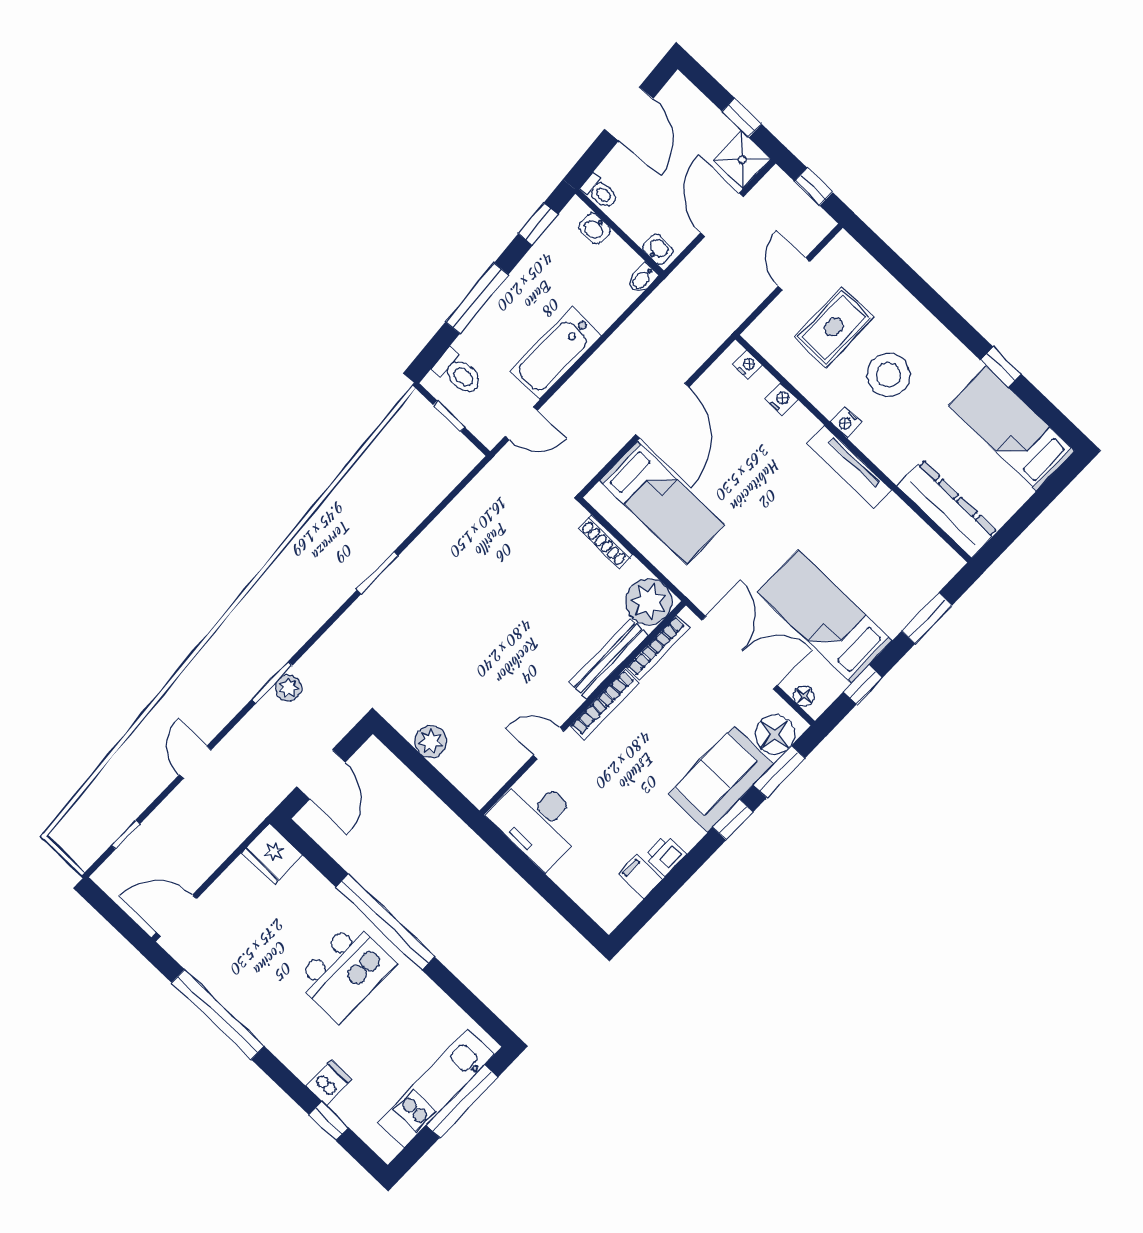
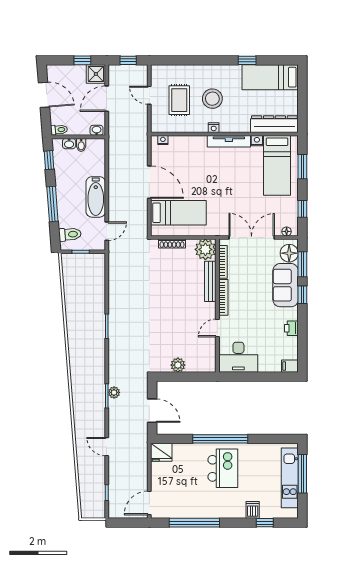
door: (722, 215) -> (107, 99), hinge flipped
bidet: (643, 279) -> (81, 145), moved
nightstand: (781, 399) -> (257, 141), moved
bed: (825, 616) -> (277, 165), moved, turned -90
filing cabinet: (640, 877) -> (290, 366), moved

